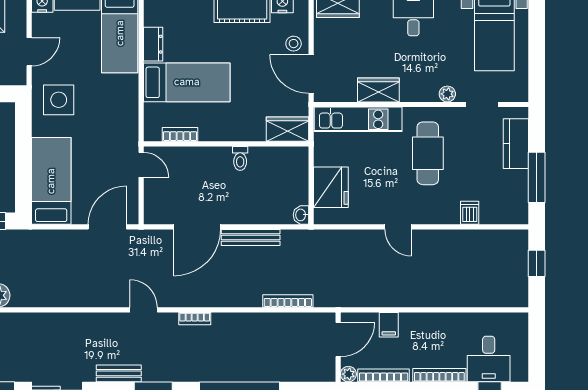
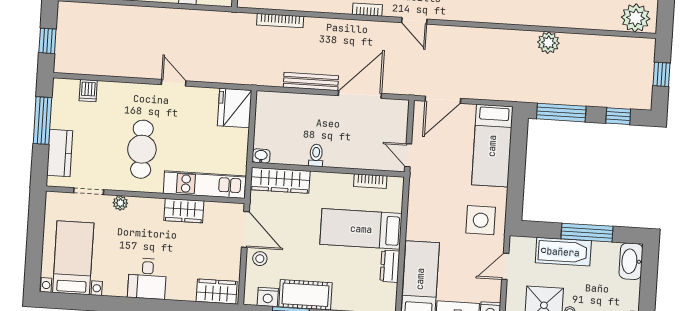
wardrobe: (288, 129) -> (280, 180), width x1.50
fridge: (331, 187) -> (235, 108), moved
dishwasher: (470, 213) -> (88, 91), moved
washbasin: (301, 215) -> (261, 156), moved, turned -90

